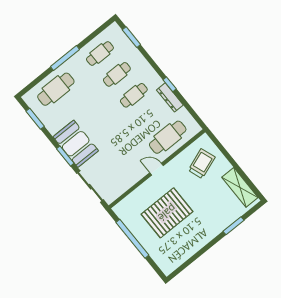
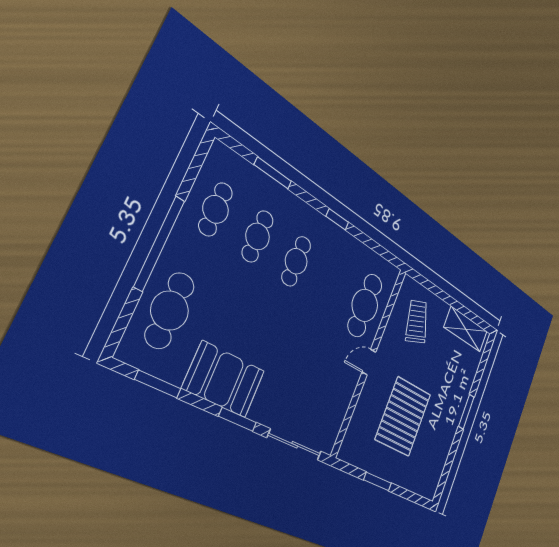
window: (131, 37) -> (273, 173), moved
window: (65, 58) -> (159, 243), width x1.46
dresser: (170, 97) -> (345, 241), removed
booth: (76, 144) -> (224, 380), moved
window: (234, 226) -> (466, 412), moved
window: (132, 239) -> (378, 482), width x0.47

